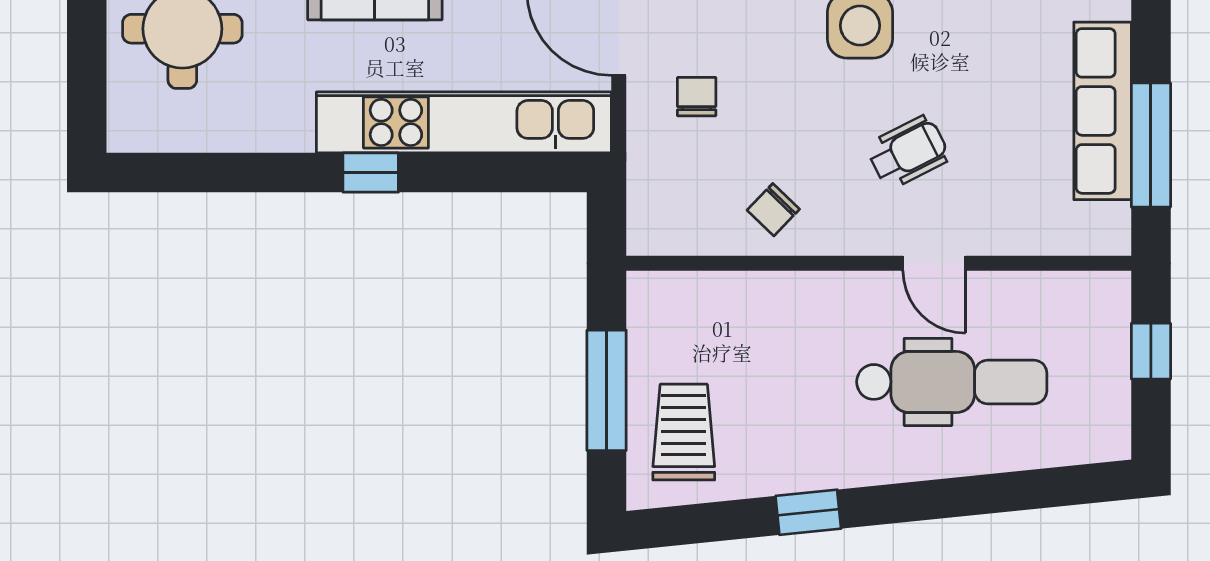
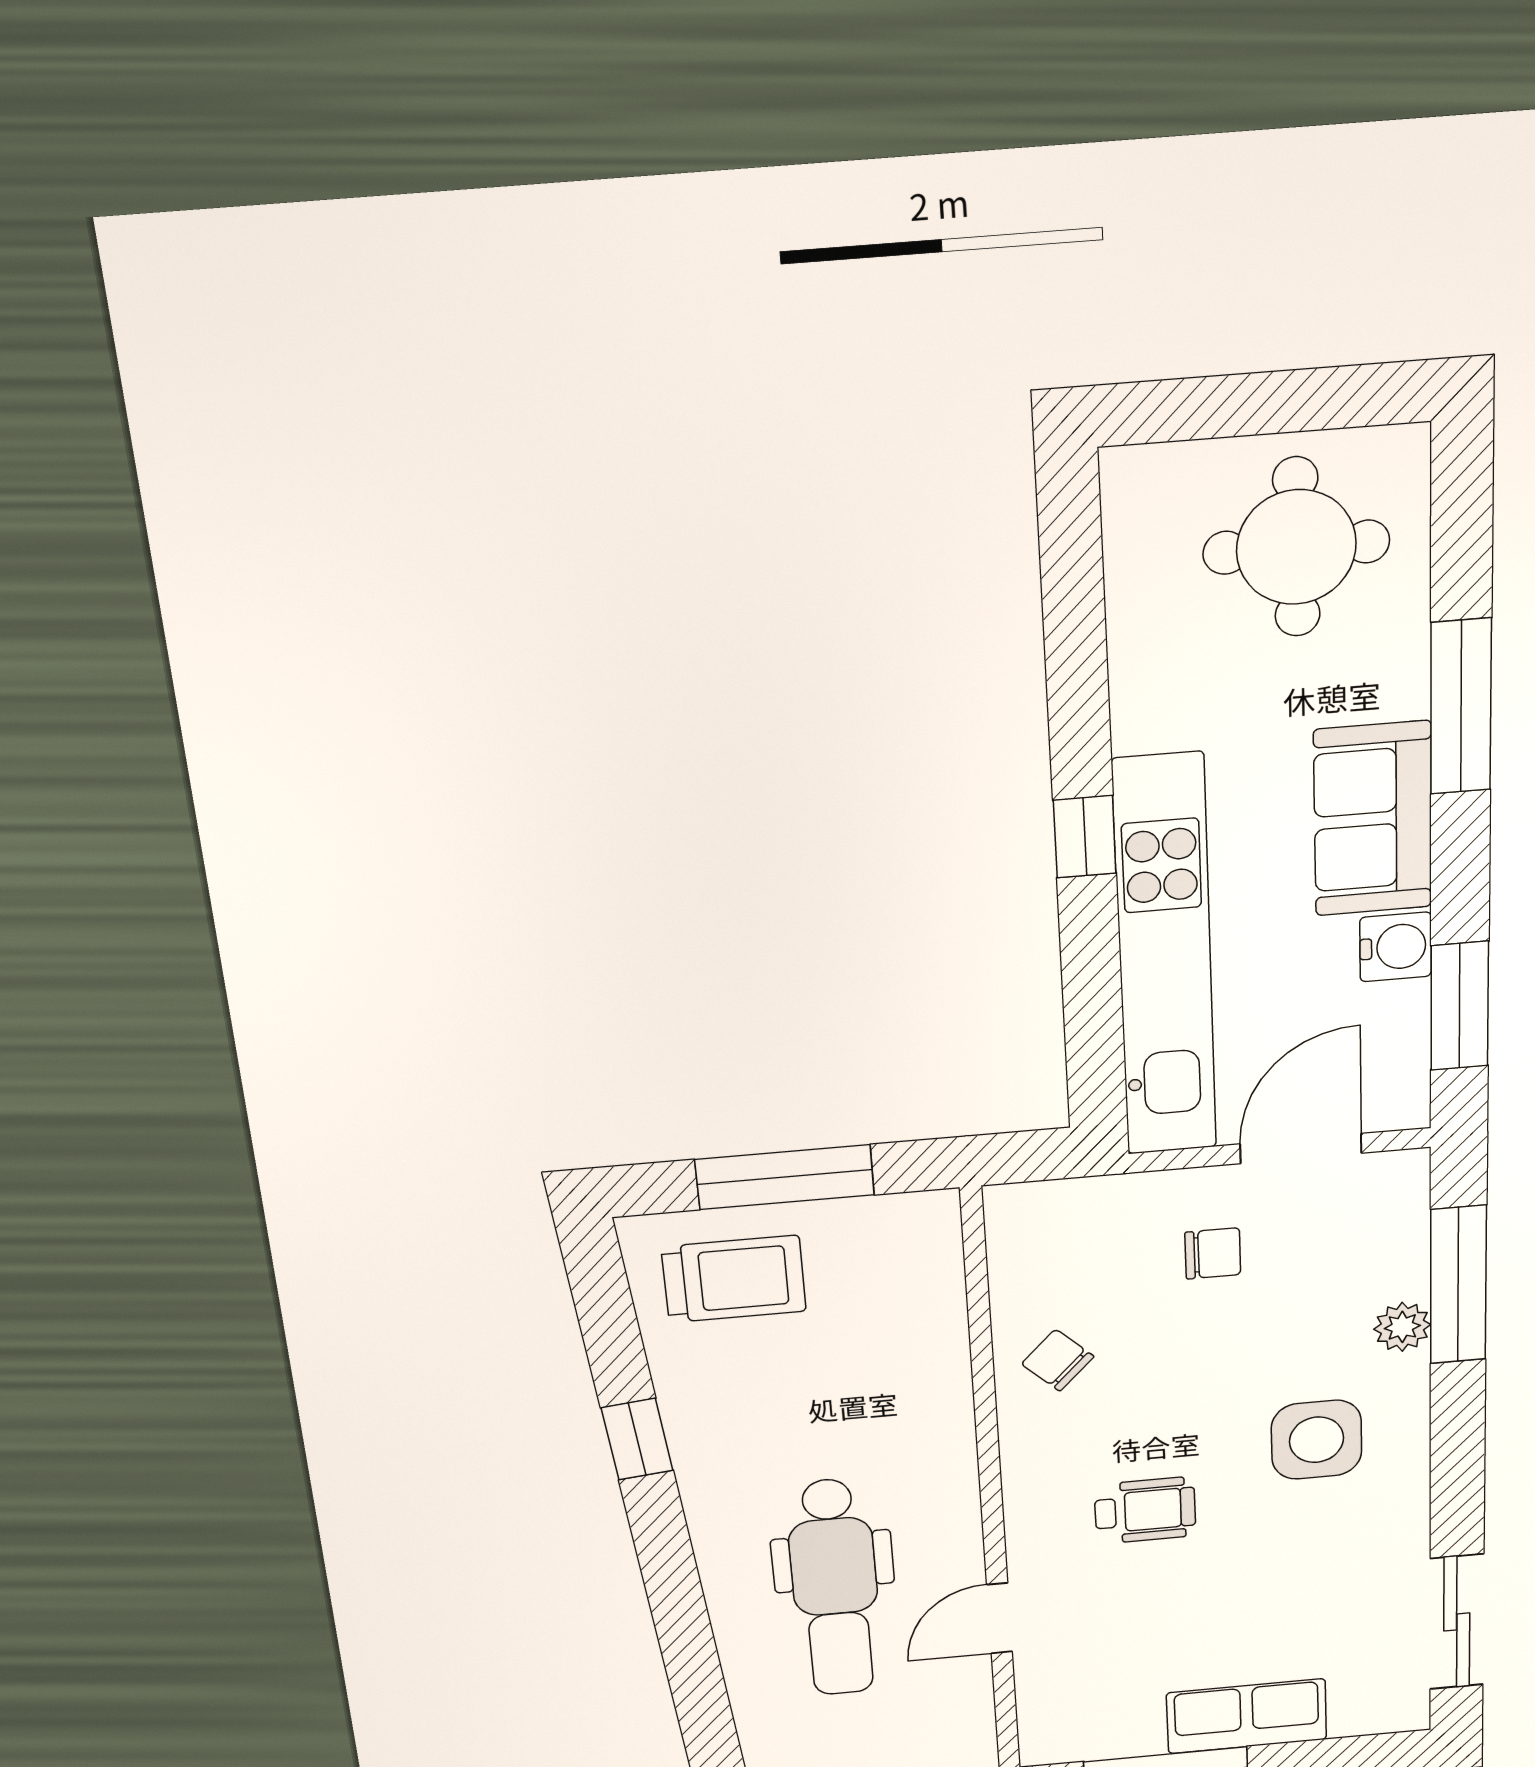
row of seats: (1103, 111) -> (1247, 1716), width x0.68
wheelchair: (908, 152) -> (1145, 1510), turned -63
door: (934, 263) -> (999, 1618), moved

